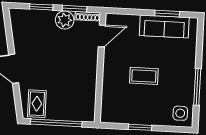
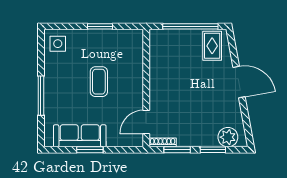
window: (167, 14) -> (90, 150), moved
plant: (65, 20) -> (228, 137), moved
coffee table: (144, 76) -> (99, 82), turned 90
window: (197, 87) -> (41, 96), moved

